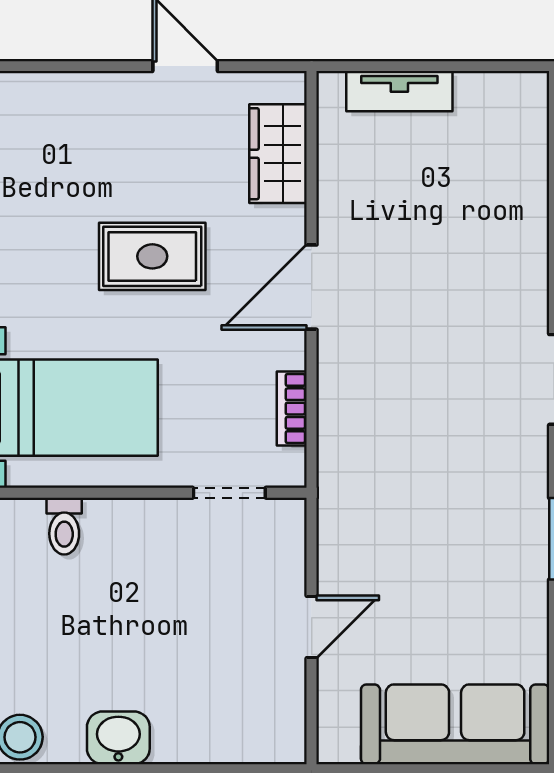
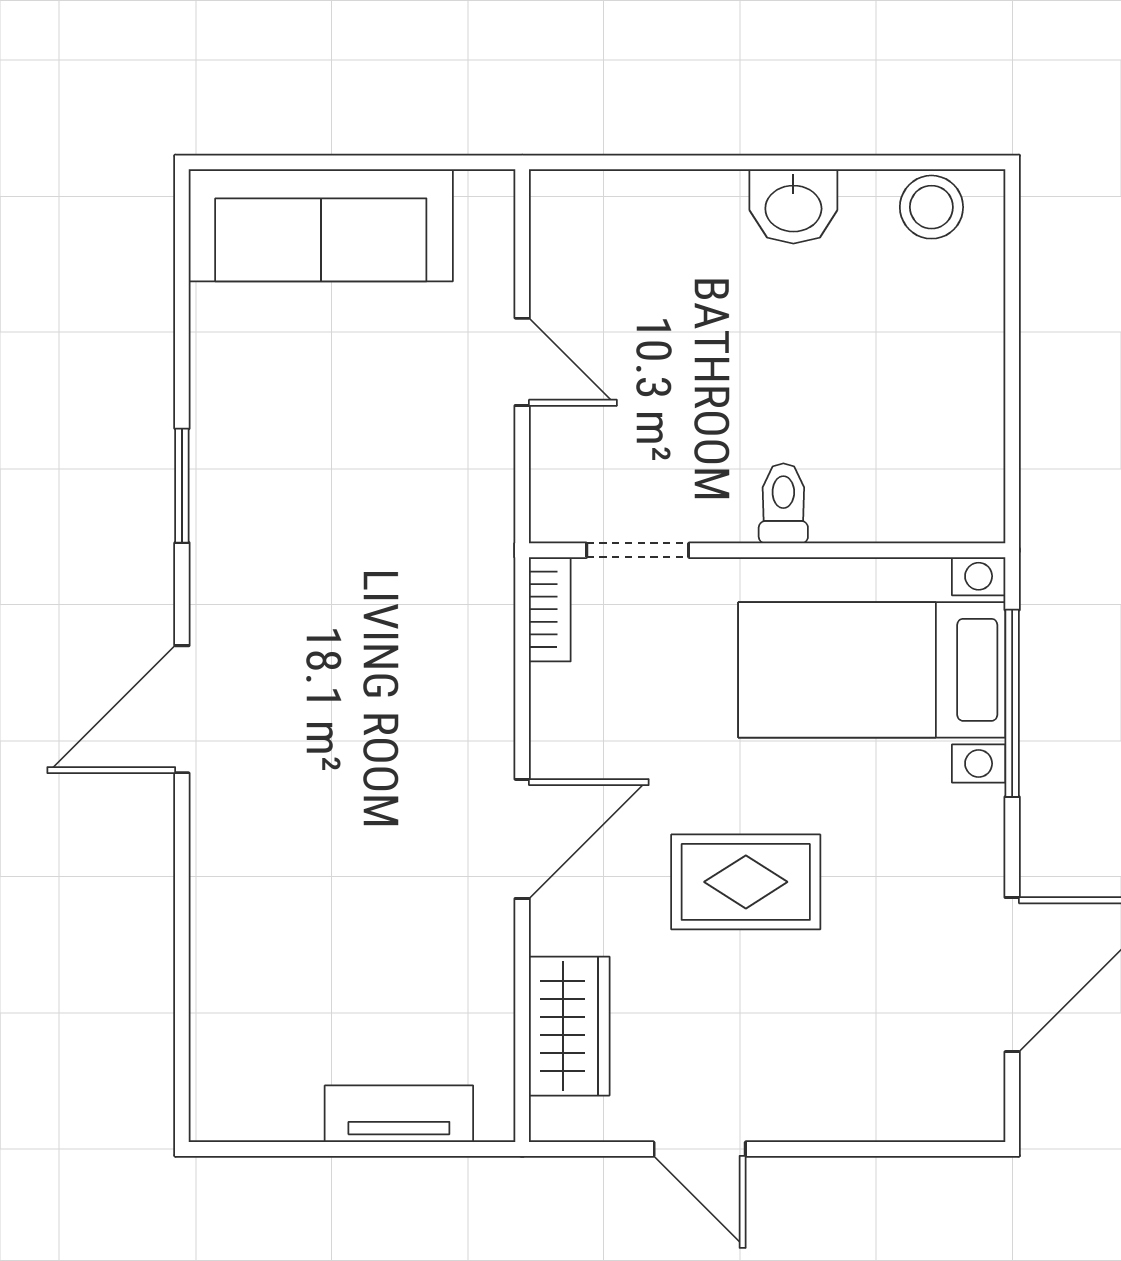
bookcase: (292, 409) -> (550, 609), moved
toilet: (64, 526) -> (783, 503), moved
door: (312, 627) -> (522, 362), swing flipped

